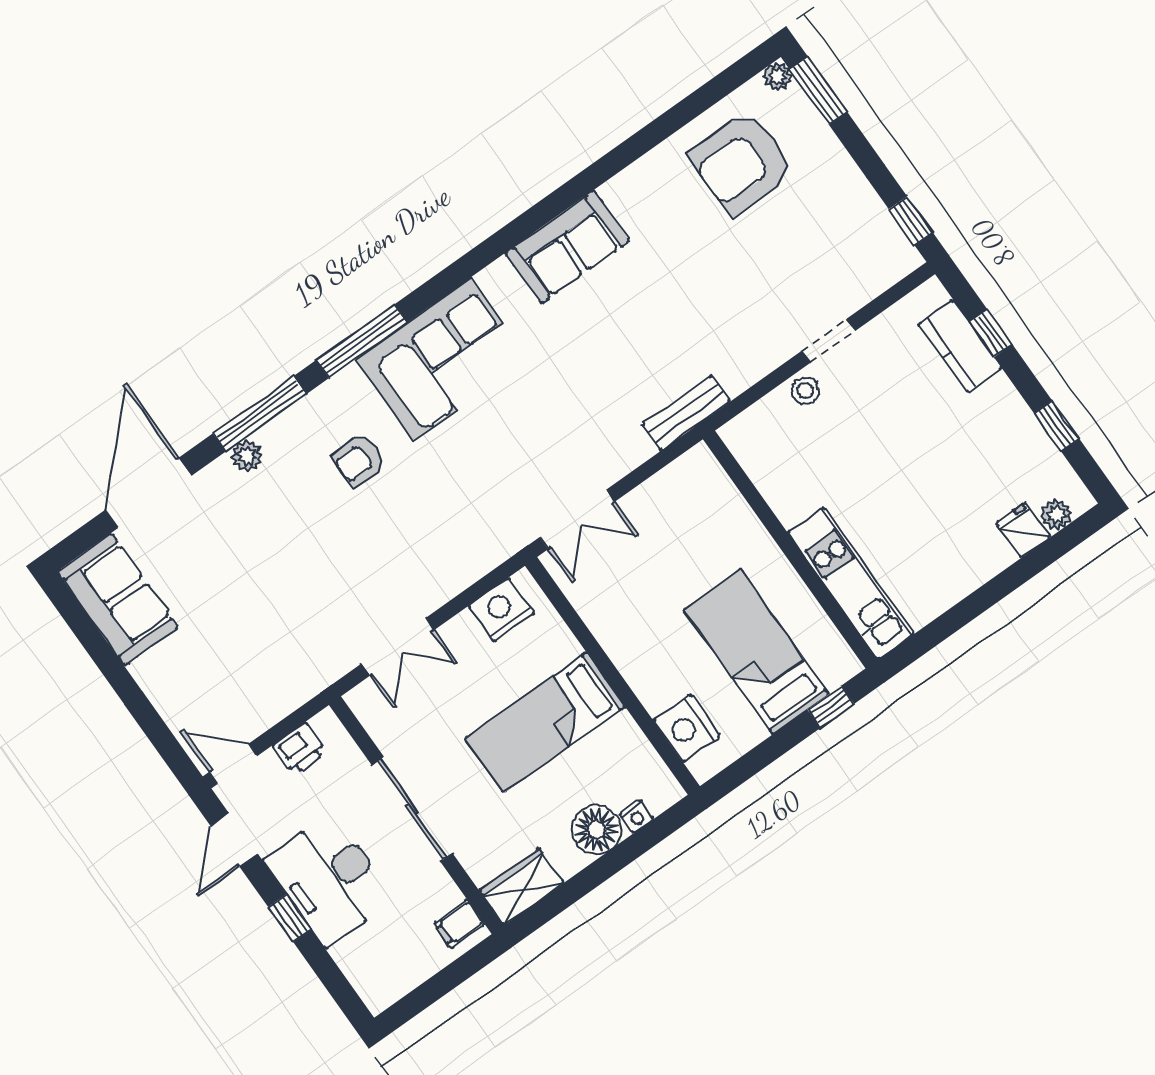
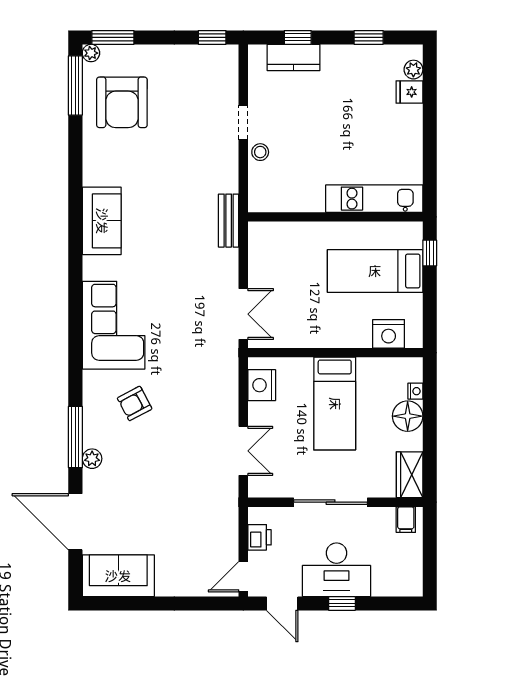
window: (362, 341) -> (75, 85), moved
armchair: (359, 460) -> (135, 403), turned 62

